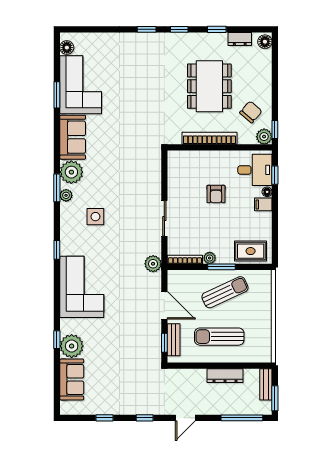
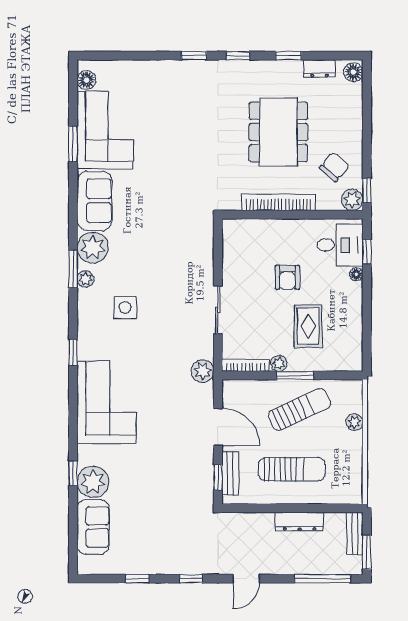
filing cabinet: (263, 204) -> (351, 291), removed
rug: (251, 251) -> (308, 326), moved, turned 90
plant: (266, 302) -> (354, 422), added
sun lounger: (219, 337) -> (292, 469), turned 180

